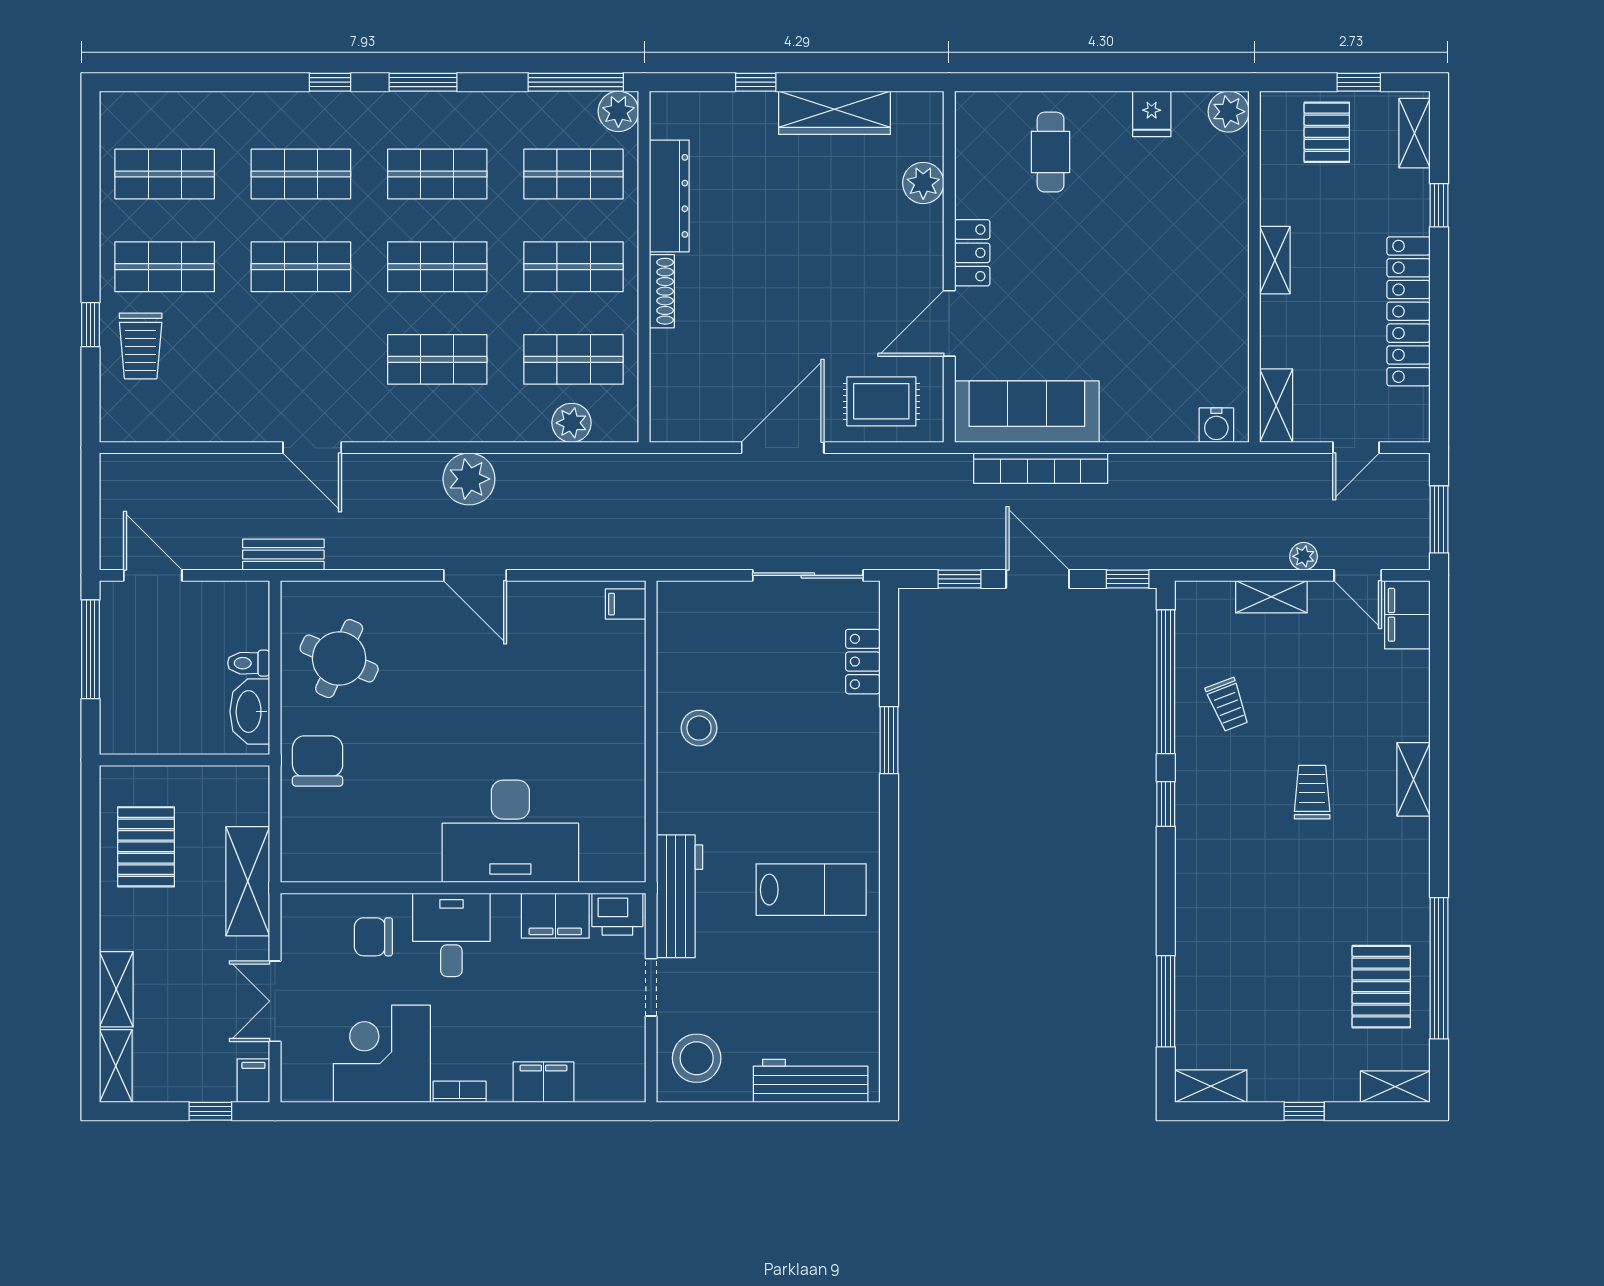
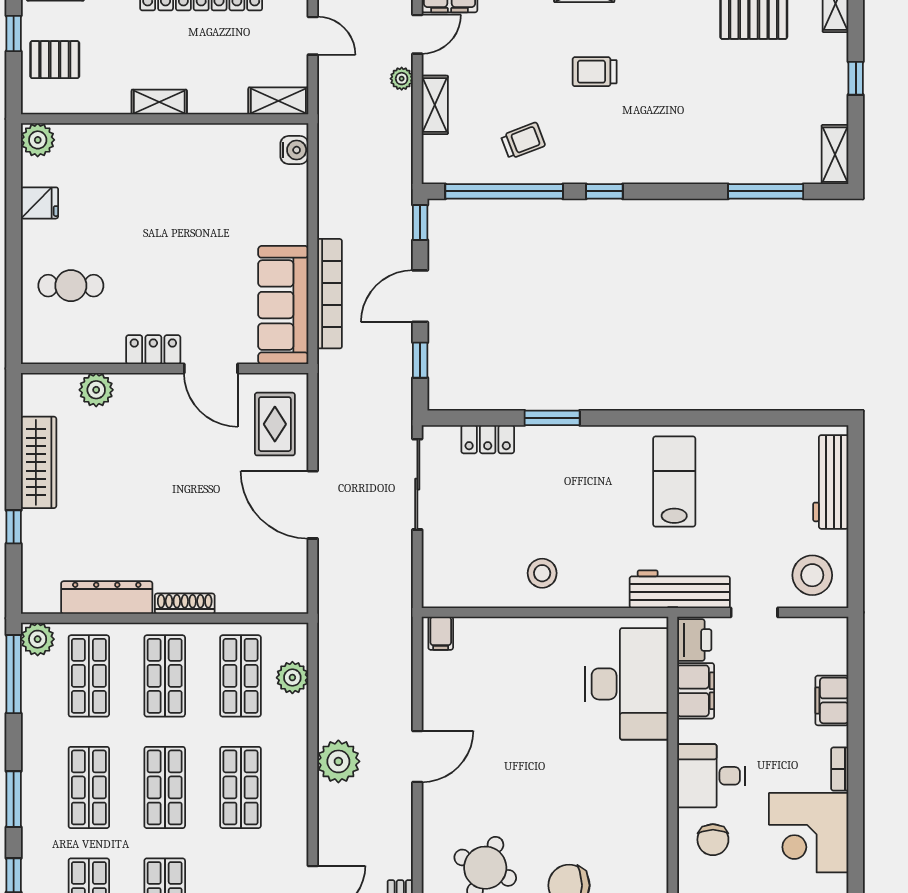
desk: (510, 831) -> (627, 684), moved

